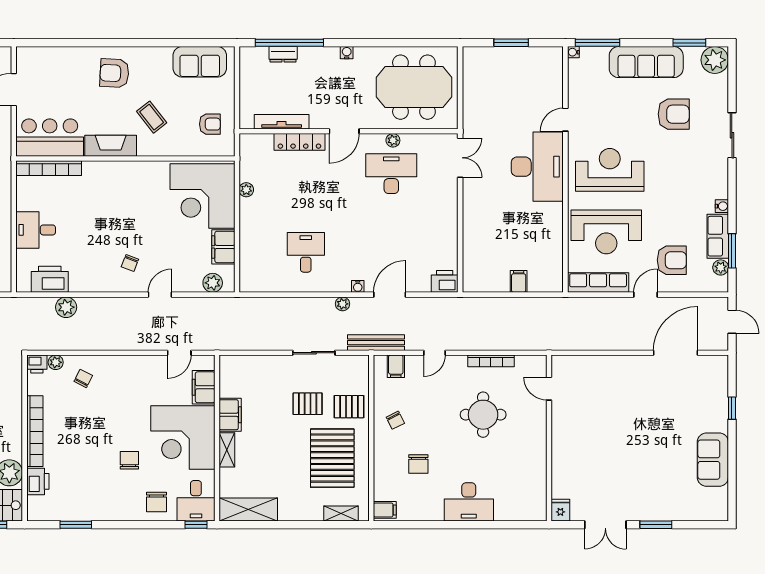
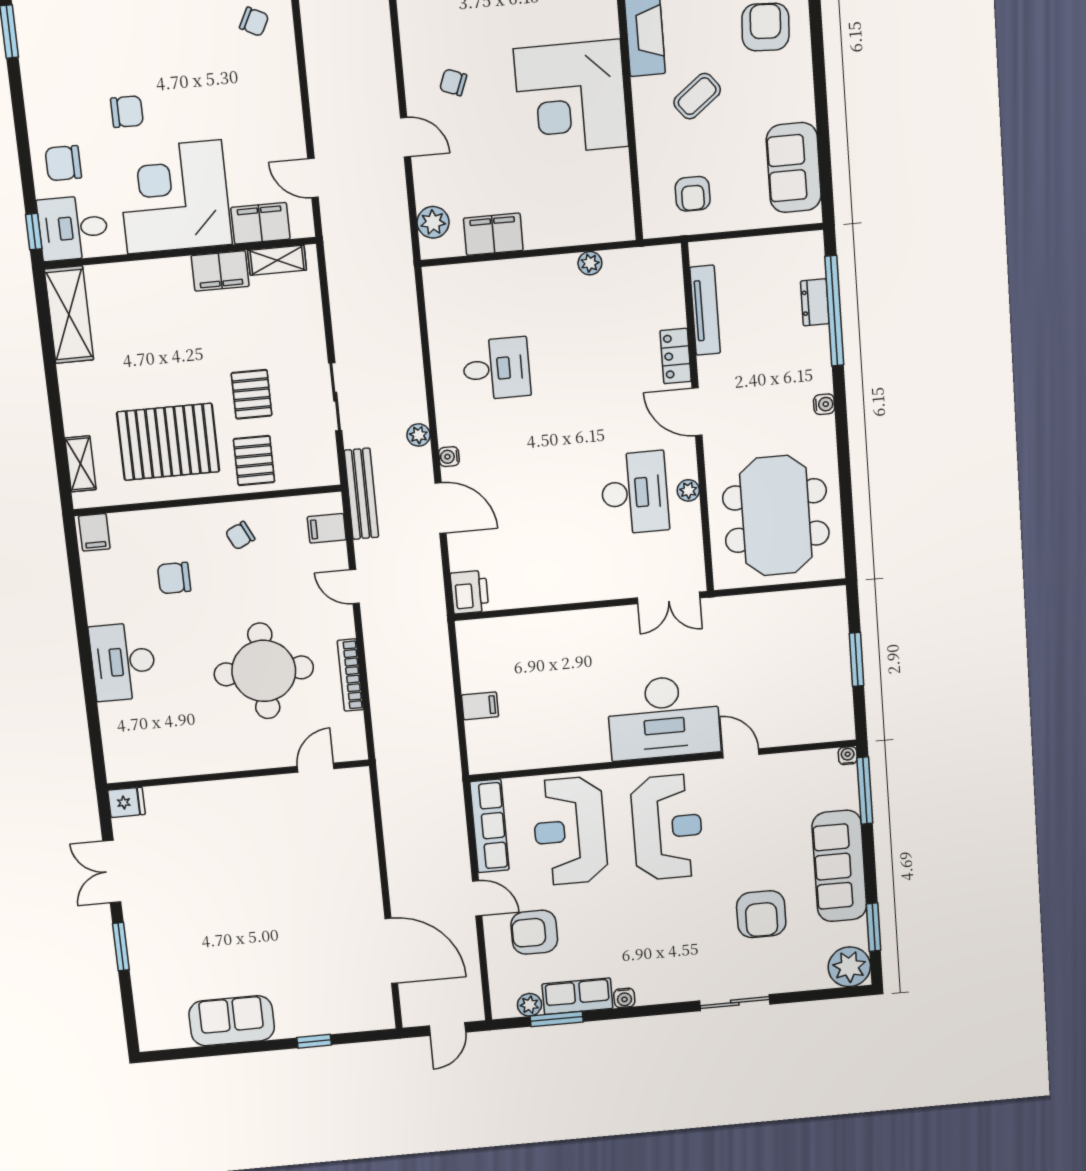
locker: (299, 142) -> (676, 356), width x0.66
corner desk: (202, 196) -> (571, 98), moved, turned -90
armchair: (672, 260) -> (534, 932), turned 90
round table: (483, 415) -> (264, 671), width x1.36, depth x1.36
shelving: (227, 450) -> (277, 260), moved

